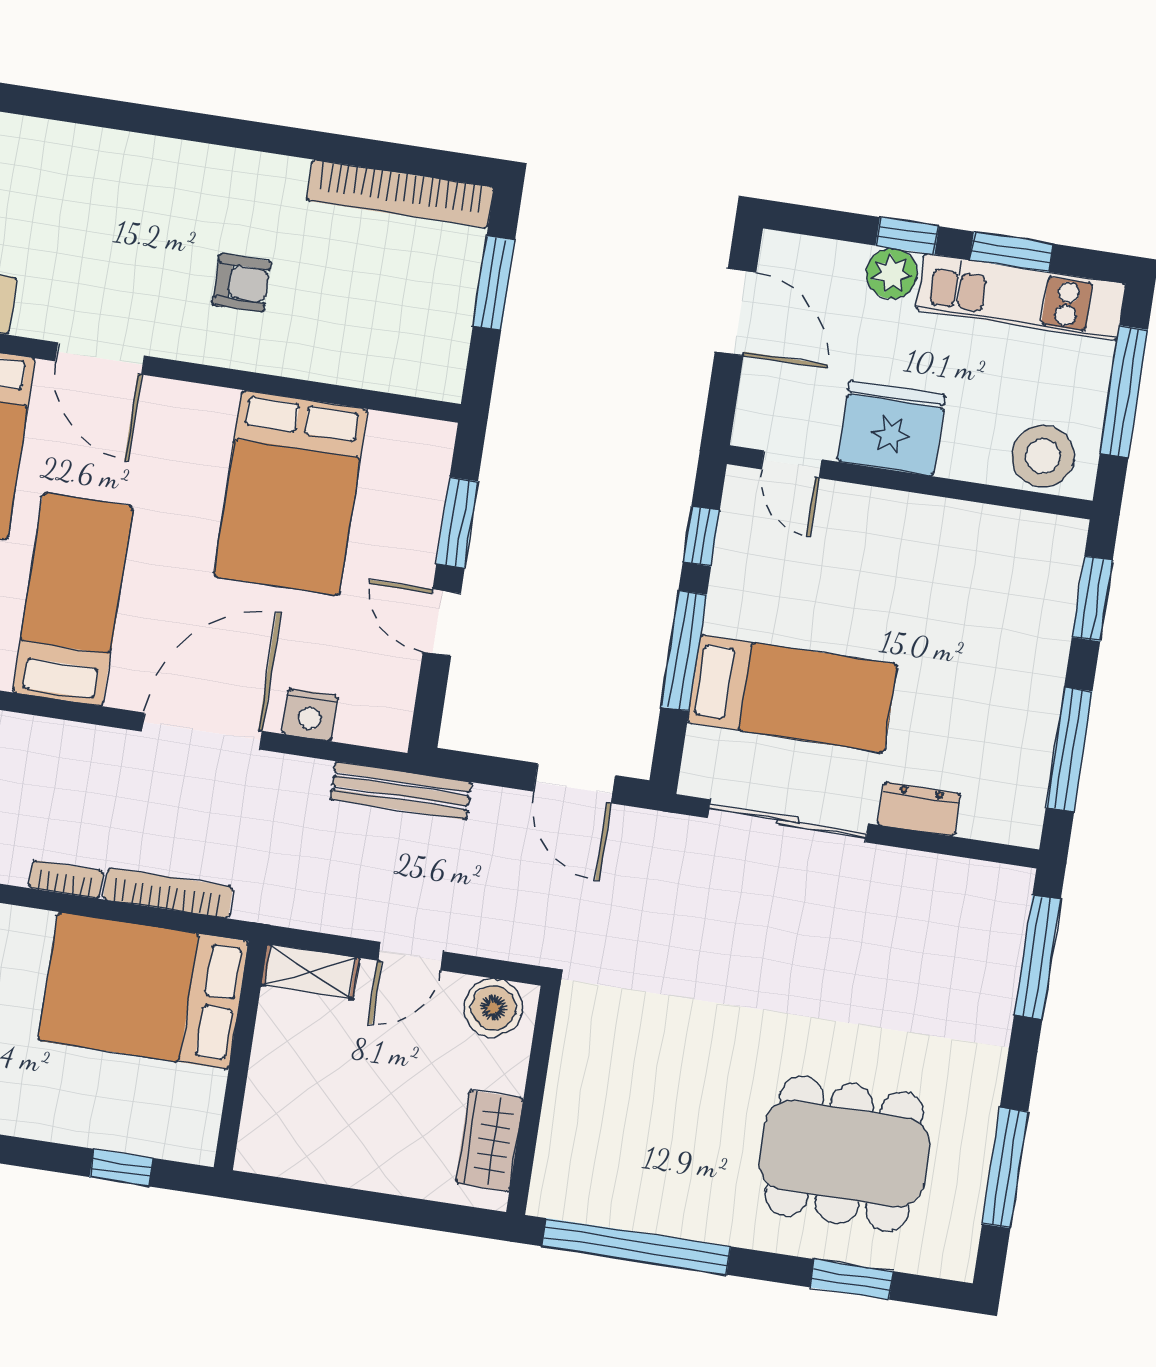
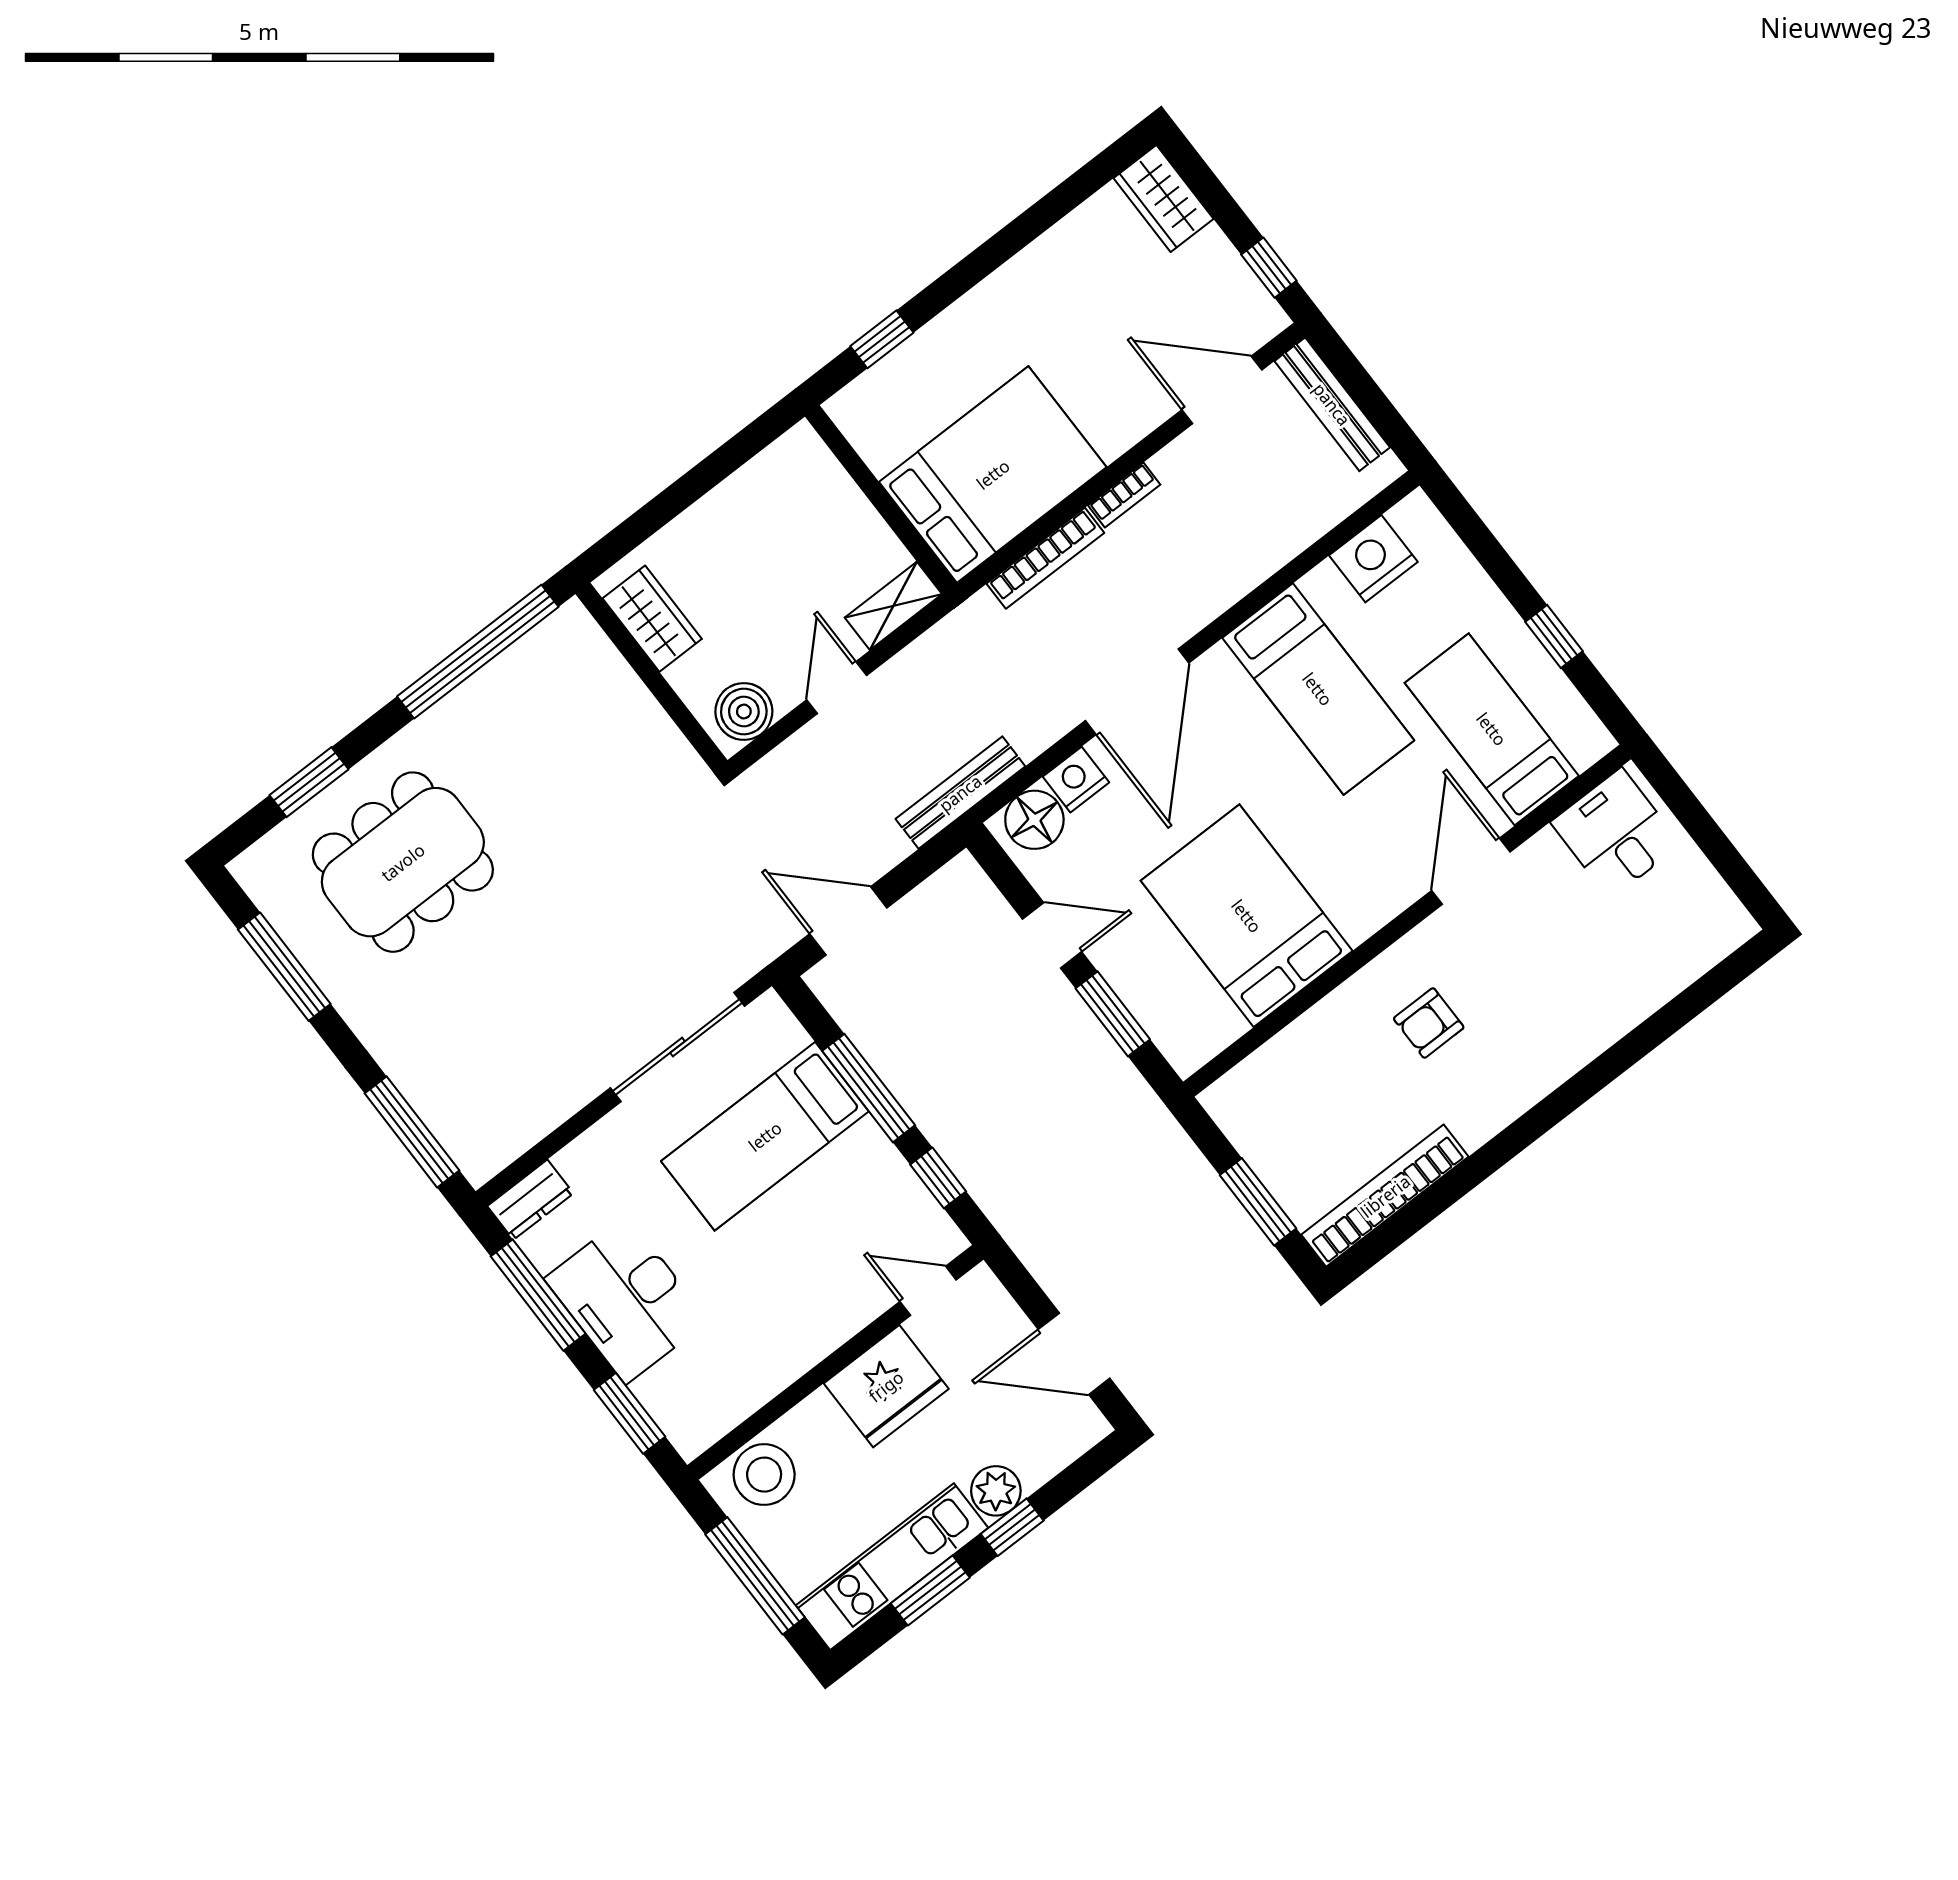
door: (100, 358) -> (1471, 871), hinge flipped
desk: (1010, 681) -> (626, 1300), added
floor lamp: (369, 717) -> (1034, 820), added
dresser: (919, 809) -> (530, 1200), moved

